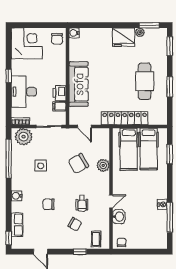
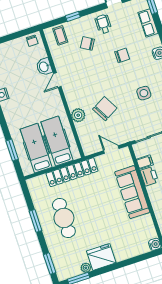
wheelchair: (82, 203) -> (103, 24), moved

